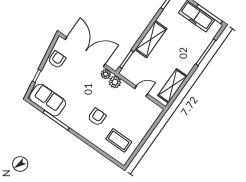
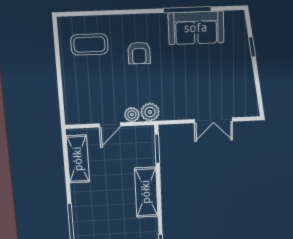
double door: (85, 52) -> (213, 120), width x0.54
armchair: (57, 60) -> (241, 86), removed
plant: (106, 74) -> (132, 115), moved
sofa: (48, 100) -> (196, 28), moved

